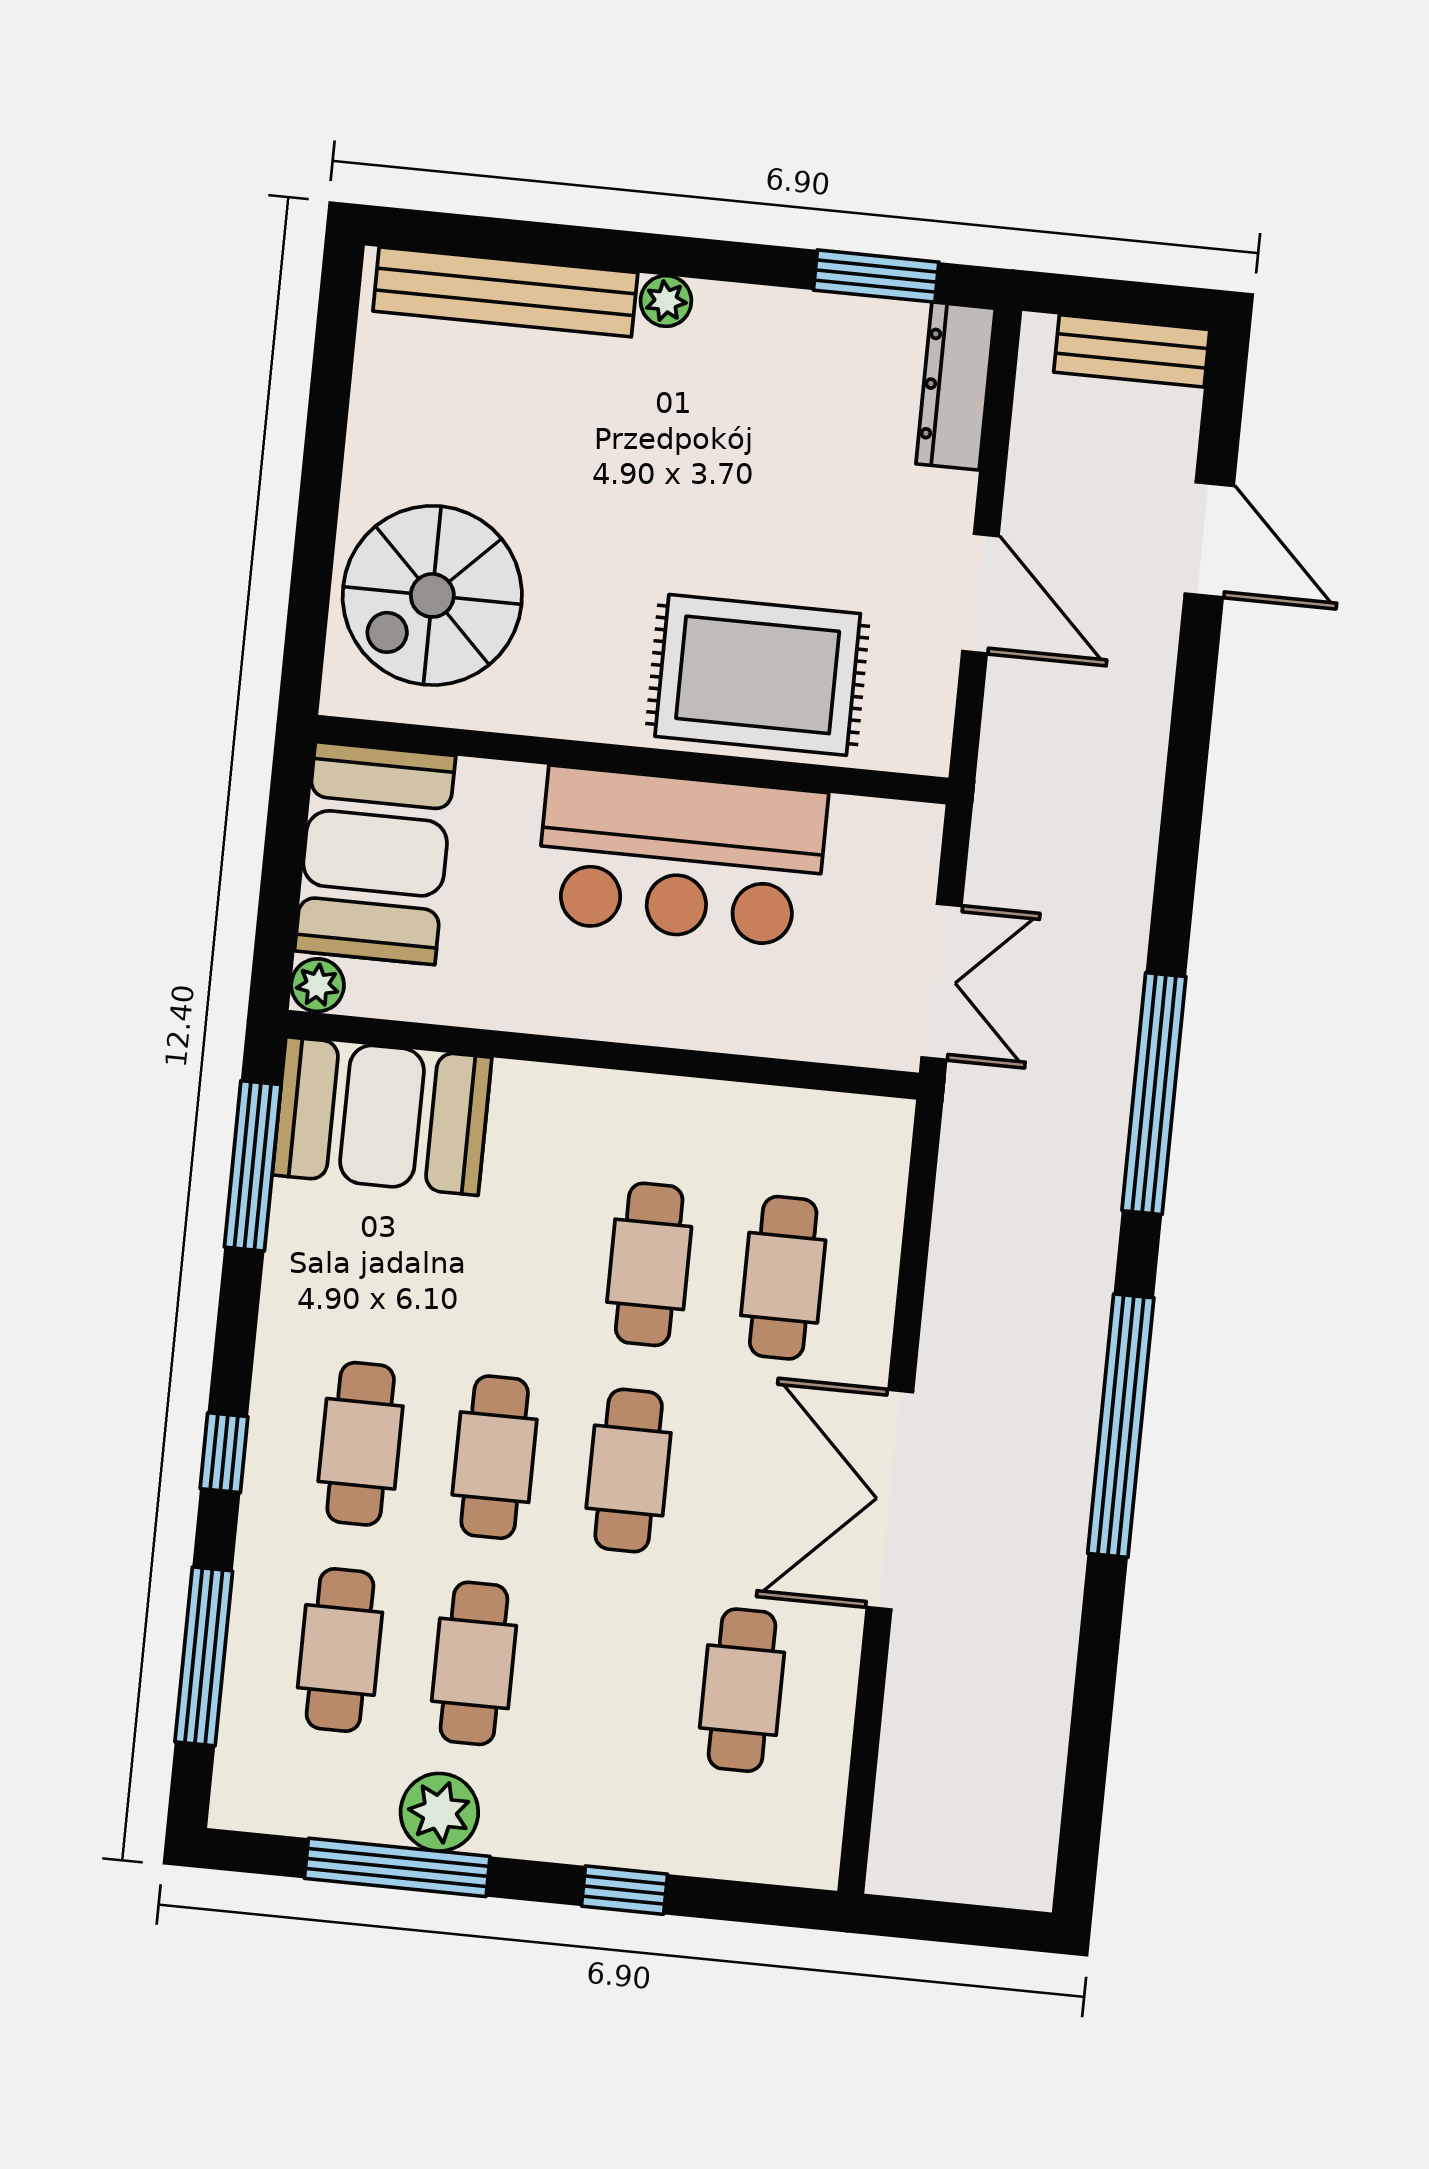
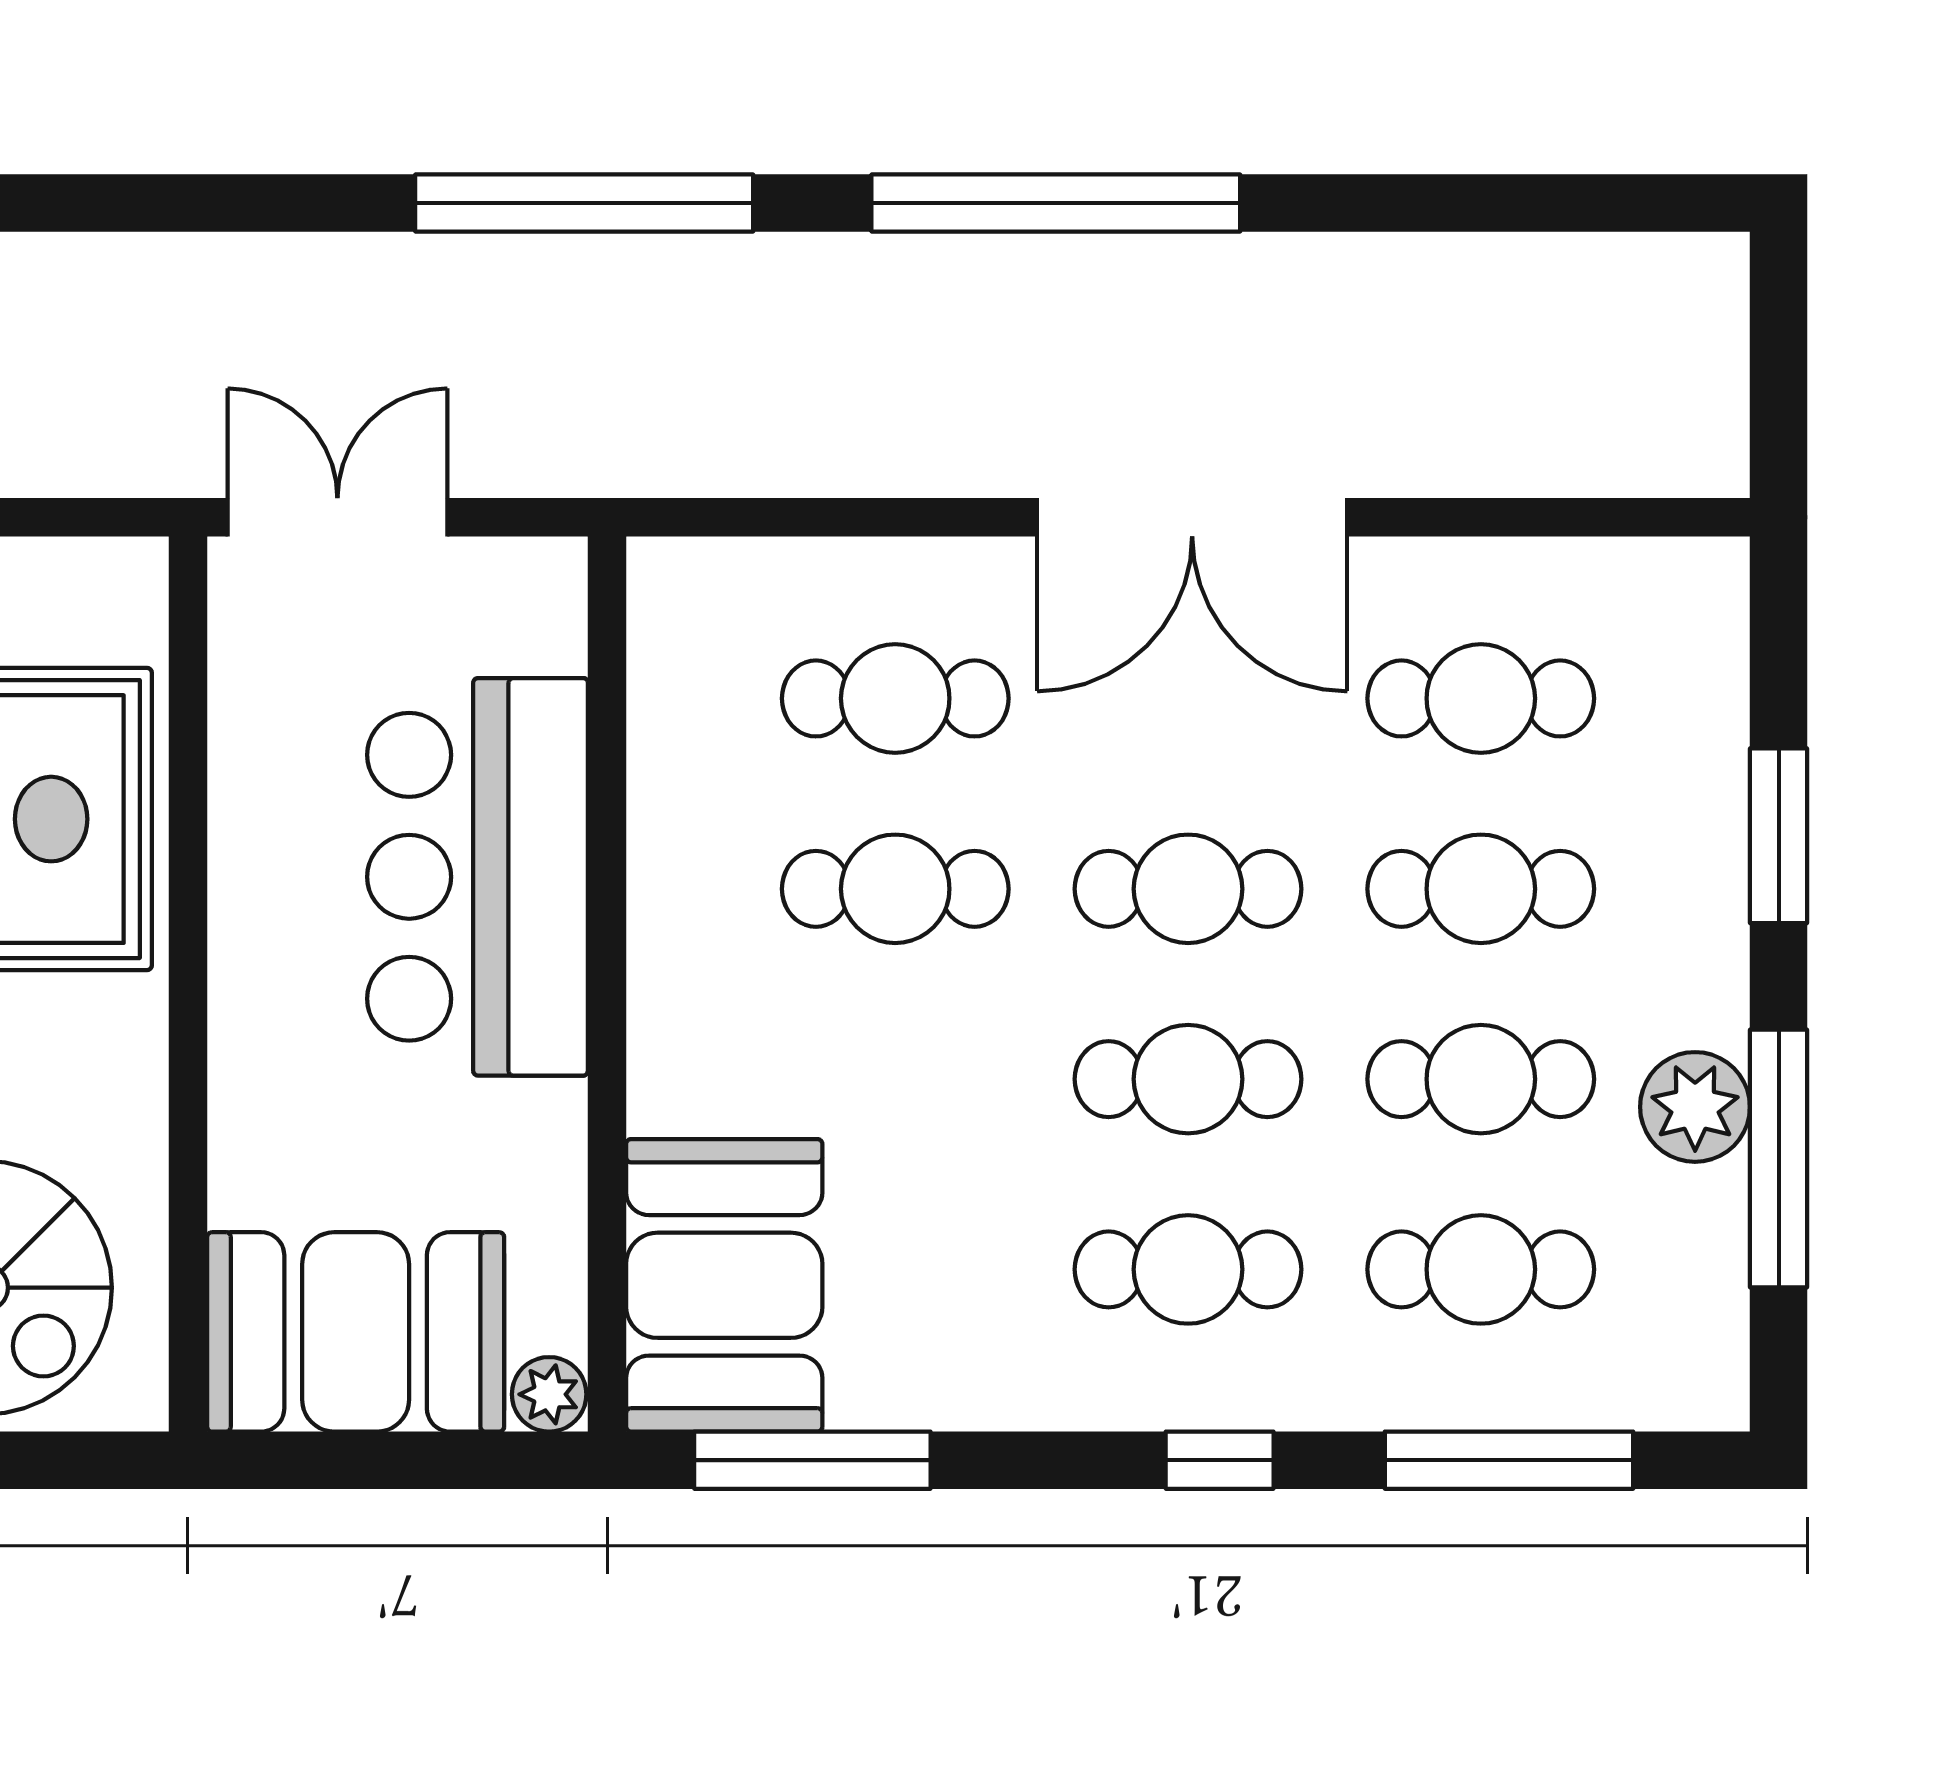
bar counter: (681, 857) -> (478, 877), moved, turned 180
double door: (942, 982) -> (337, 517), moved
cafe table: (608, 1677) -> (1481, 889), added
window: (624, 1890) -> (1779, 836), width x1.50

